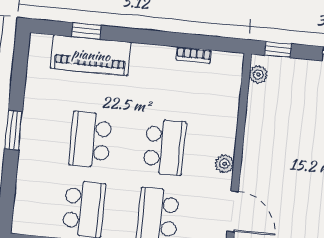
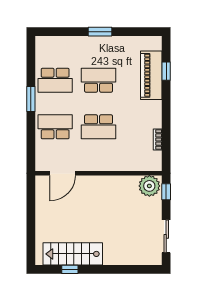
plant: (258, 75) -> (149, 186), width x1.87, depth x1.87
plant: (225, 164) -> (92, 165), removed

